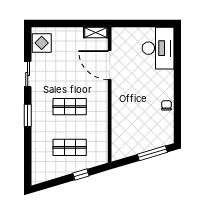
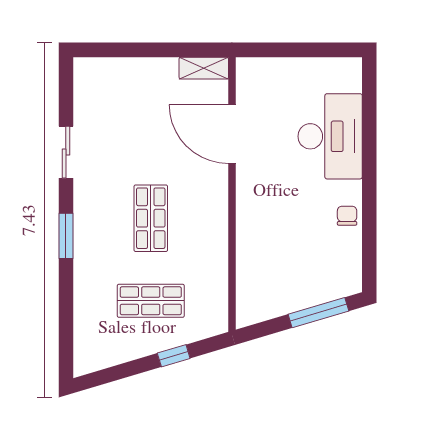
display table: (42, 43) -> (94, 89), removed
desk: (158, 48) -> (330, 136), moved
shop shelf: (70, 107) -> (151, 218), turned 90

